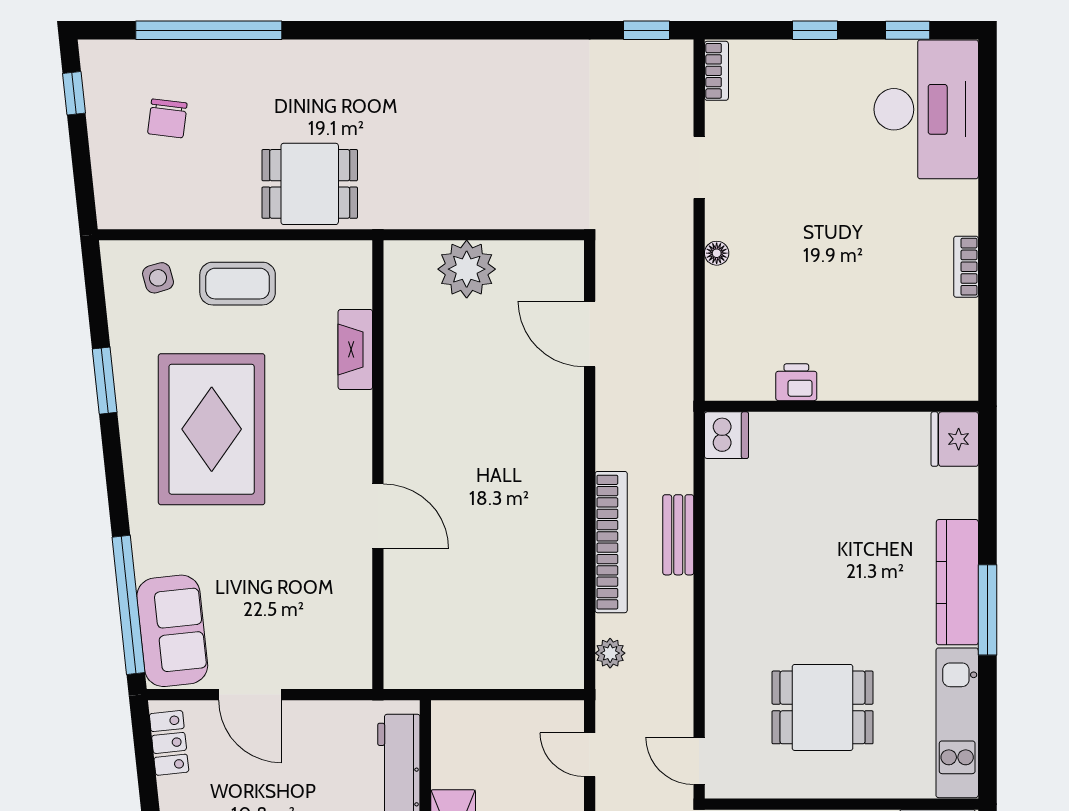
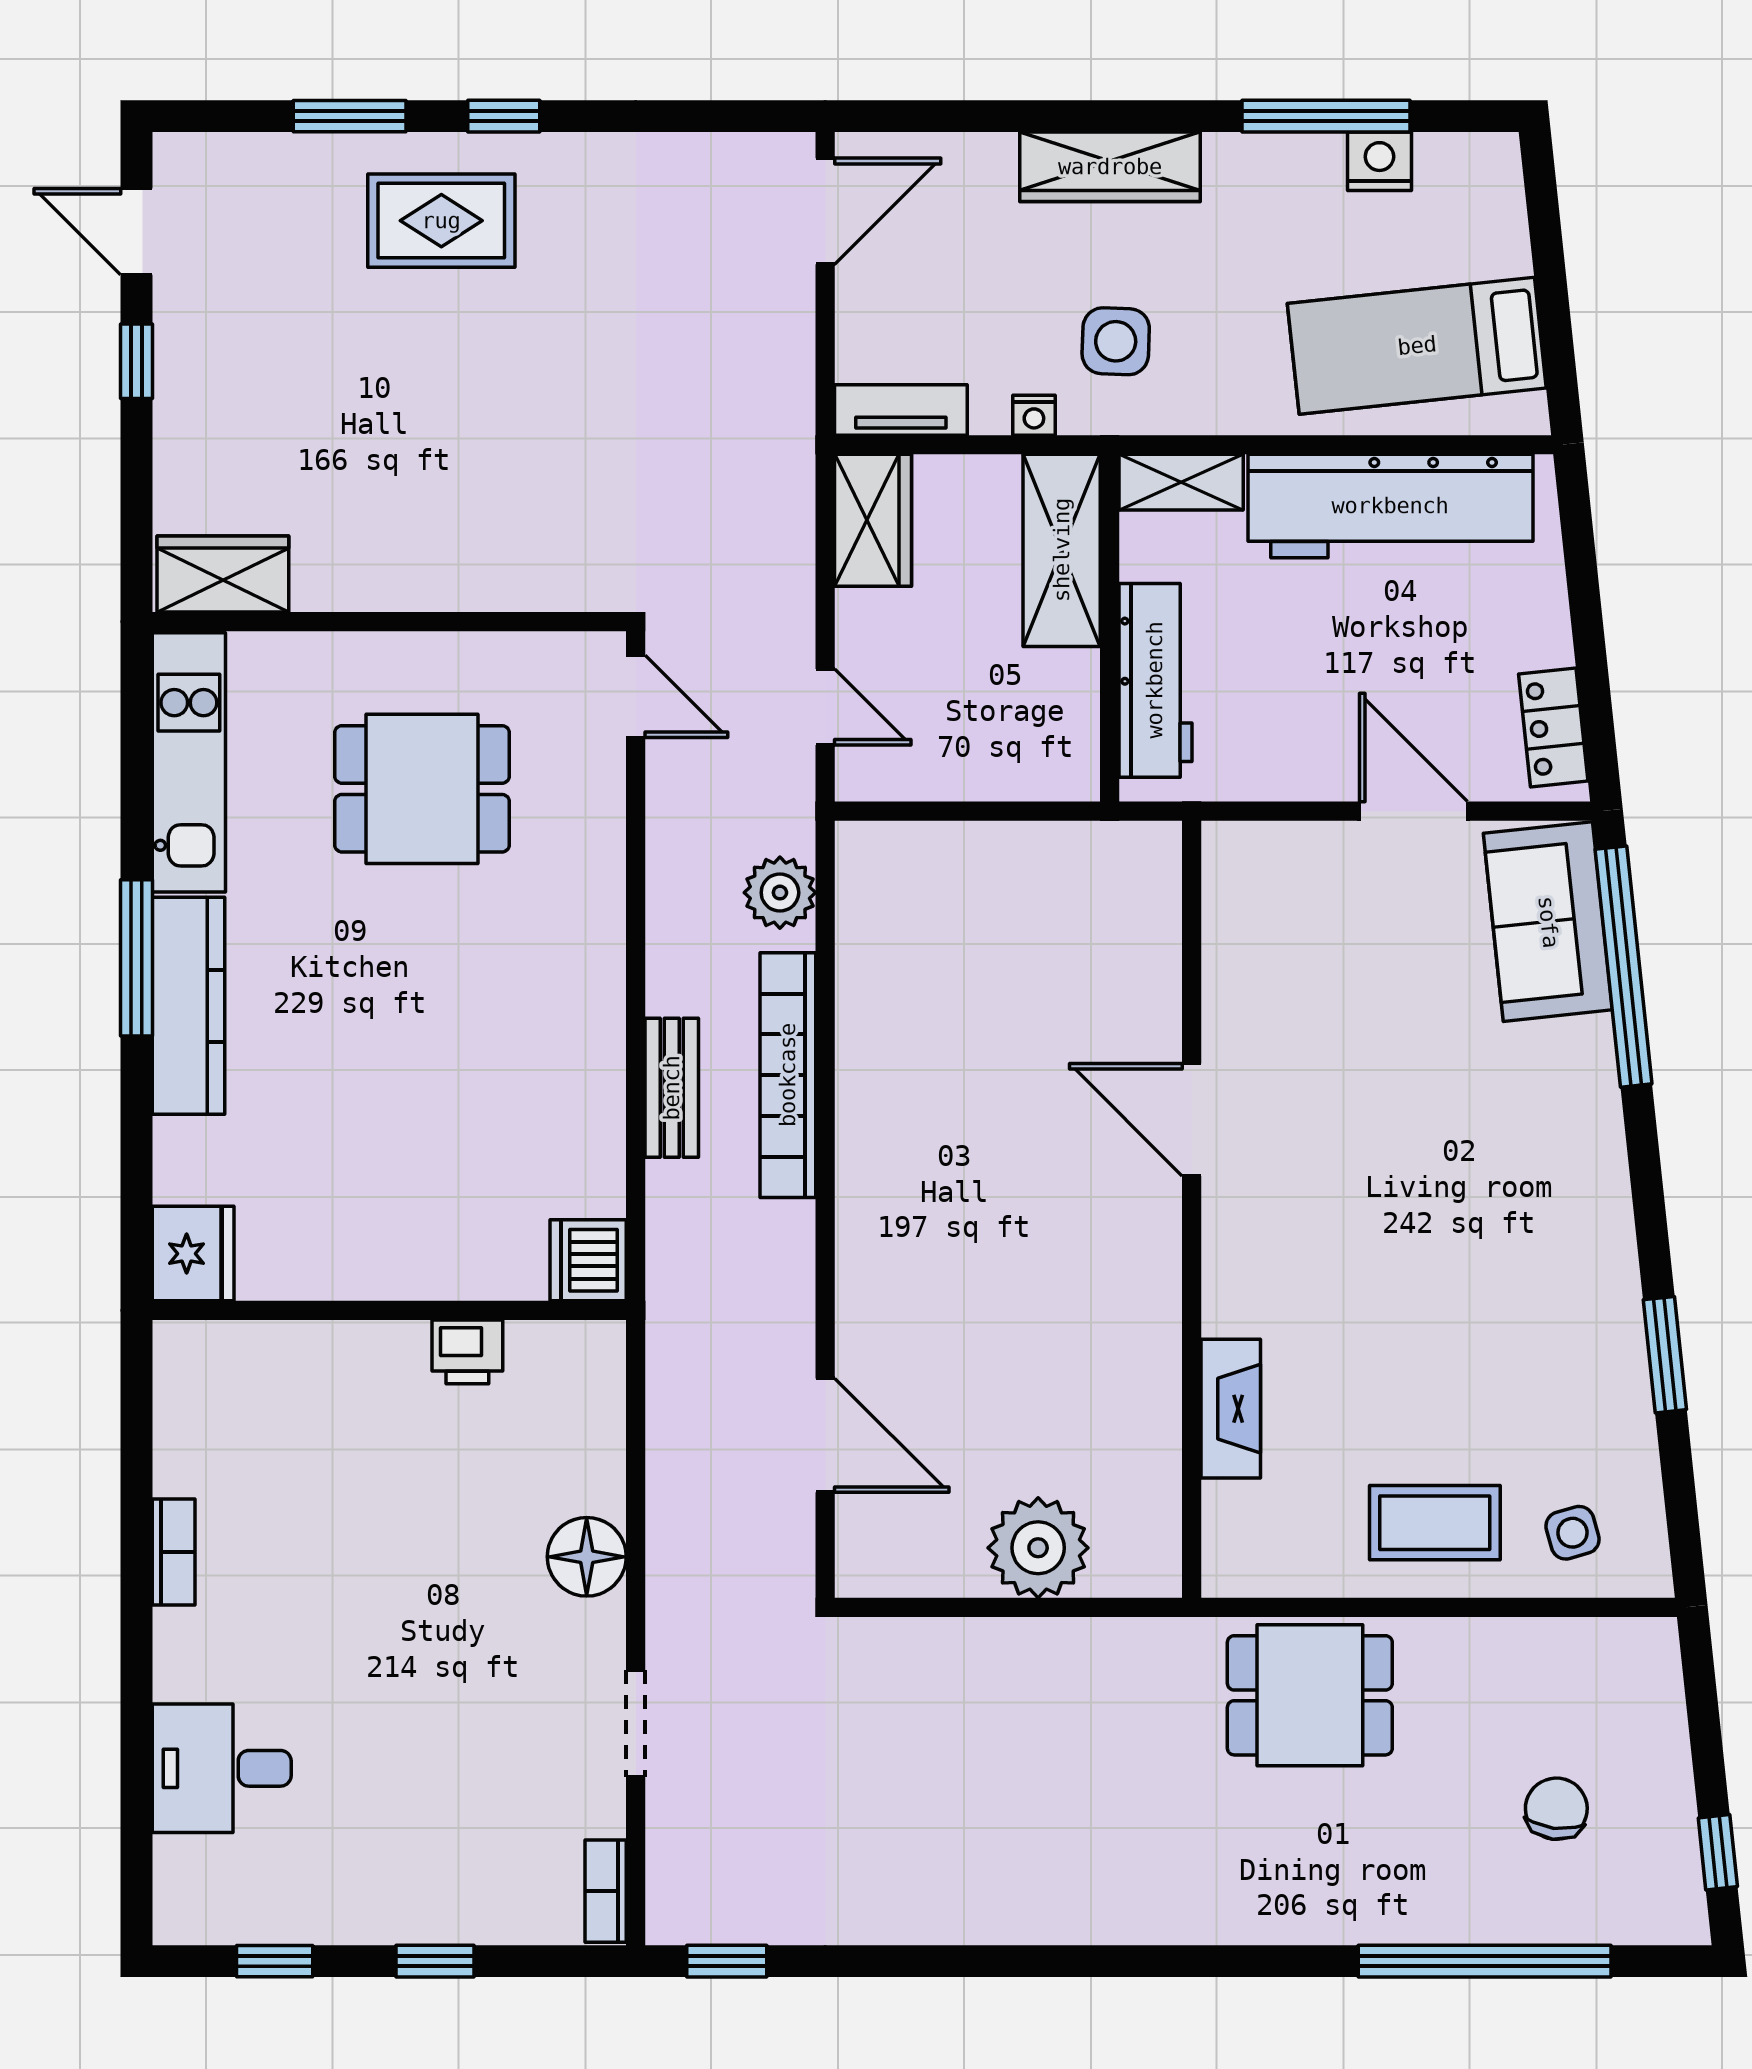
desk: (926, 109) -> (222, 1768), width x0.53, depth x0.77
floor lamp: (717, 253) -> (587, 1557), width x1.89, depth x1.89
rug: (212, 429) -> (1480, 1271), removed
plant: (610, 653) -> (780, 893), width x1.38, depth x1.38

